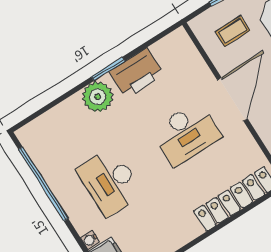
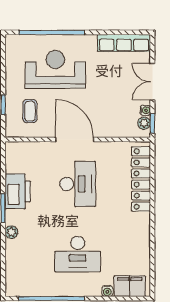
plant: (98, 97) -> (11, 232), width x0.53, depth x0.53

